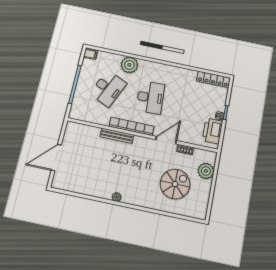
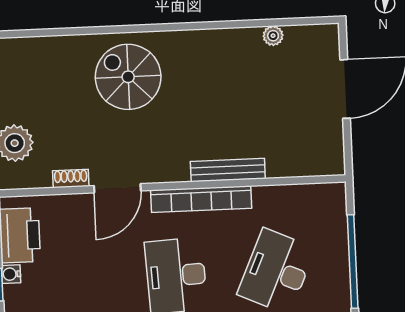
spiral stairs: (175, 184) -> (128, 77), moved, turned 90
plant: (117, 197) -> (273, 36), moved

